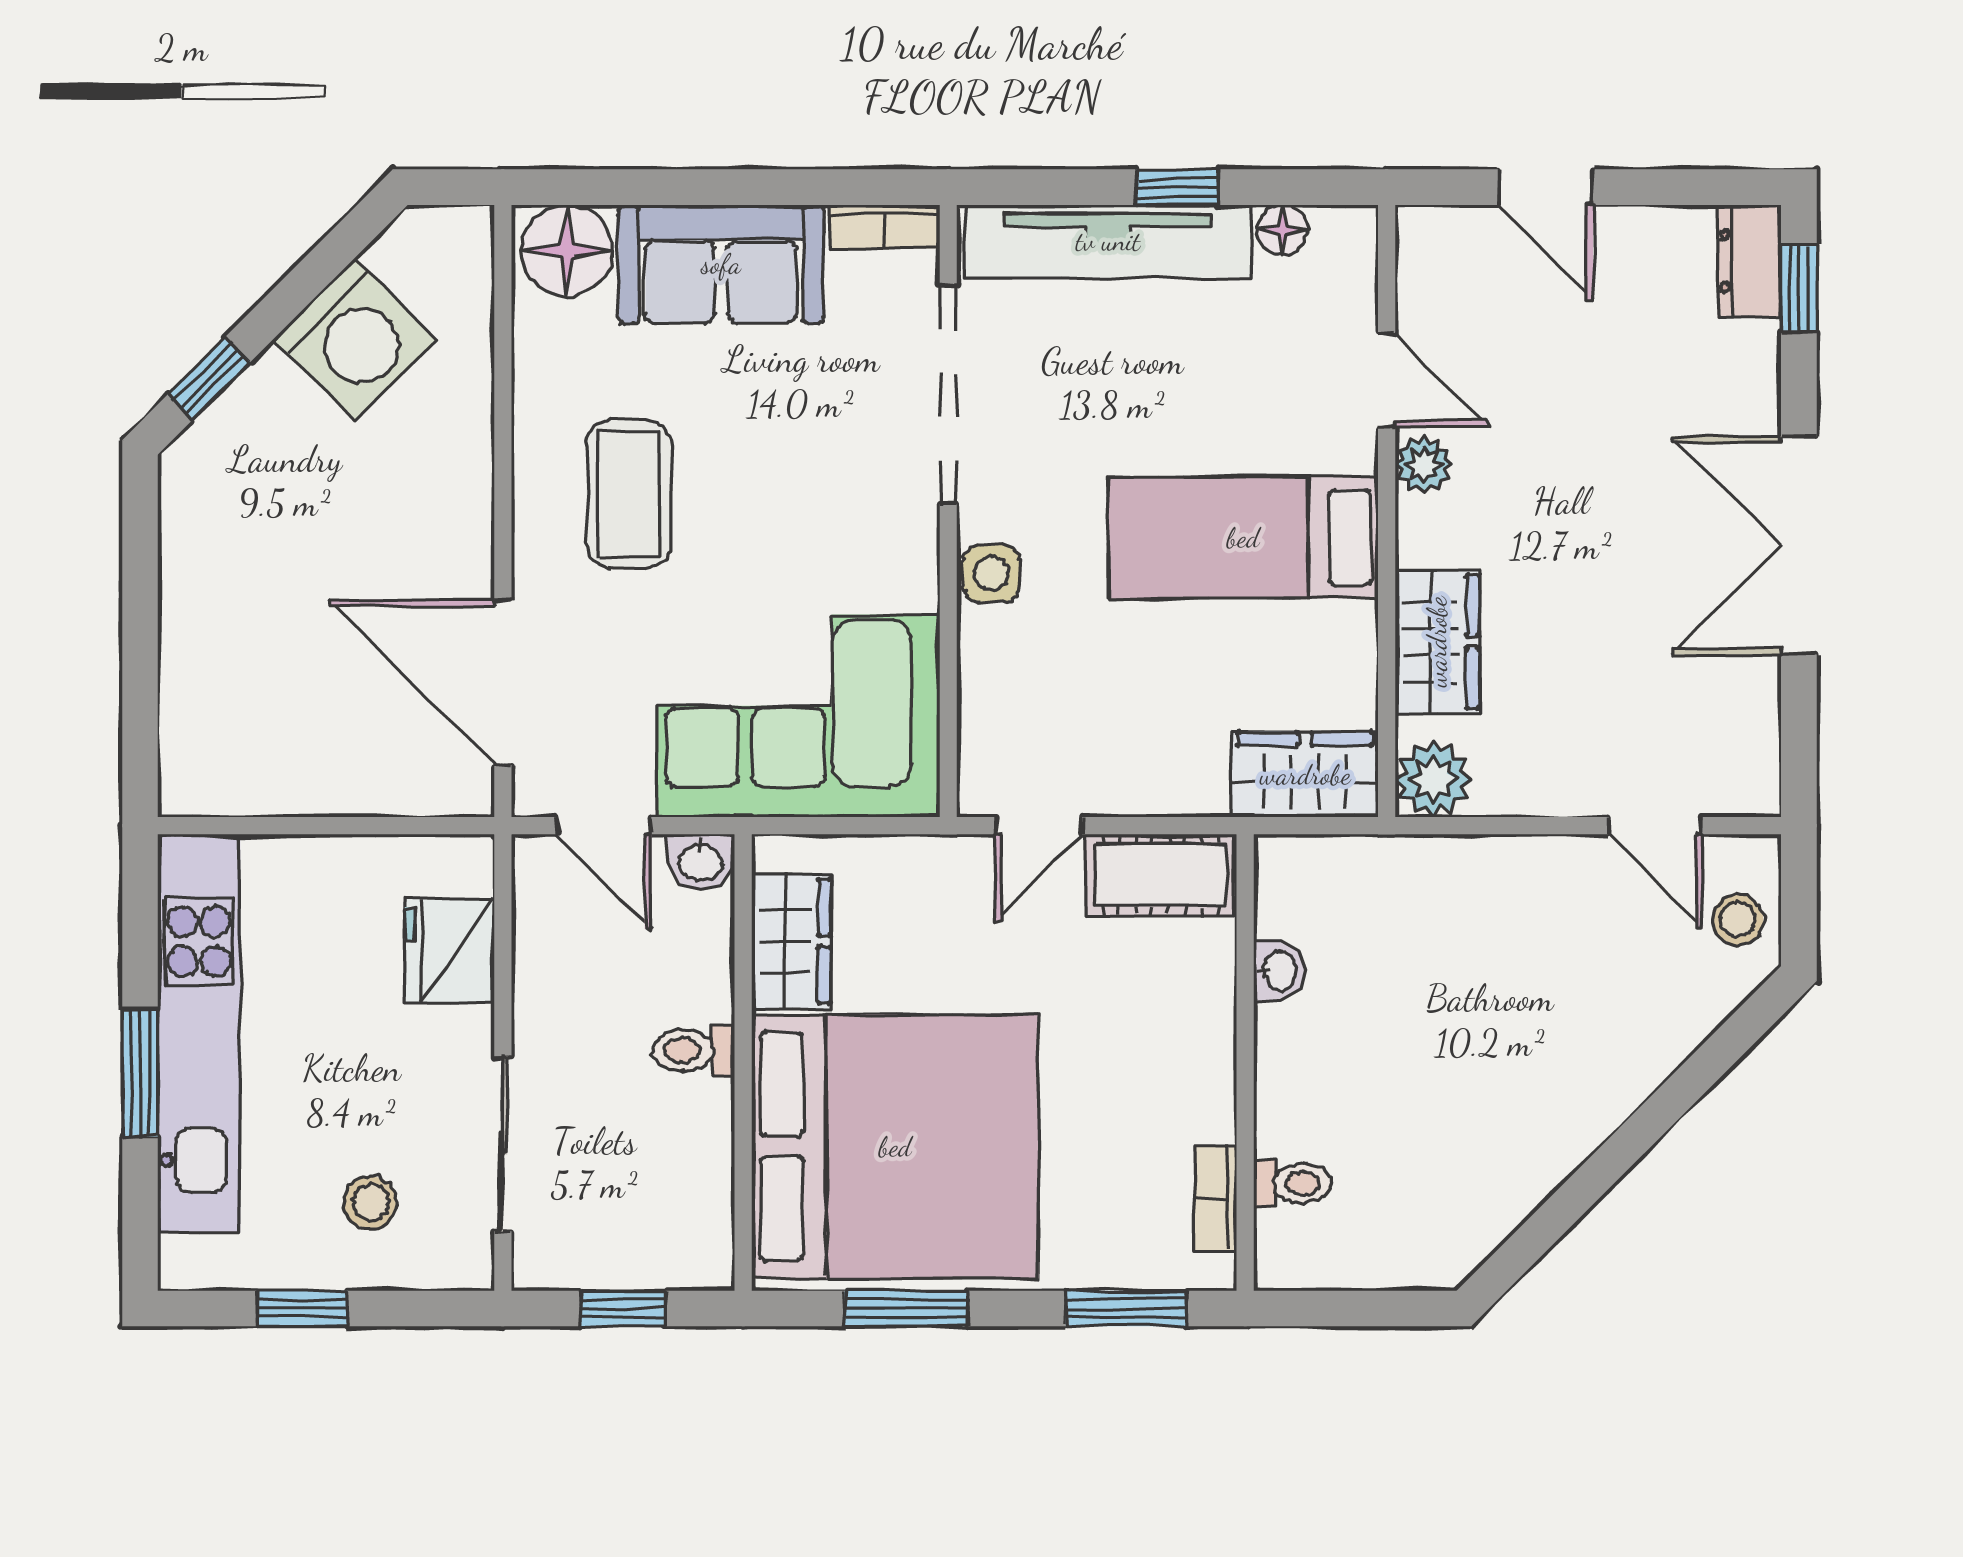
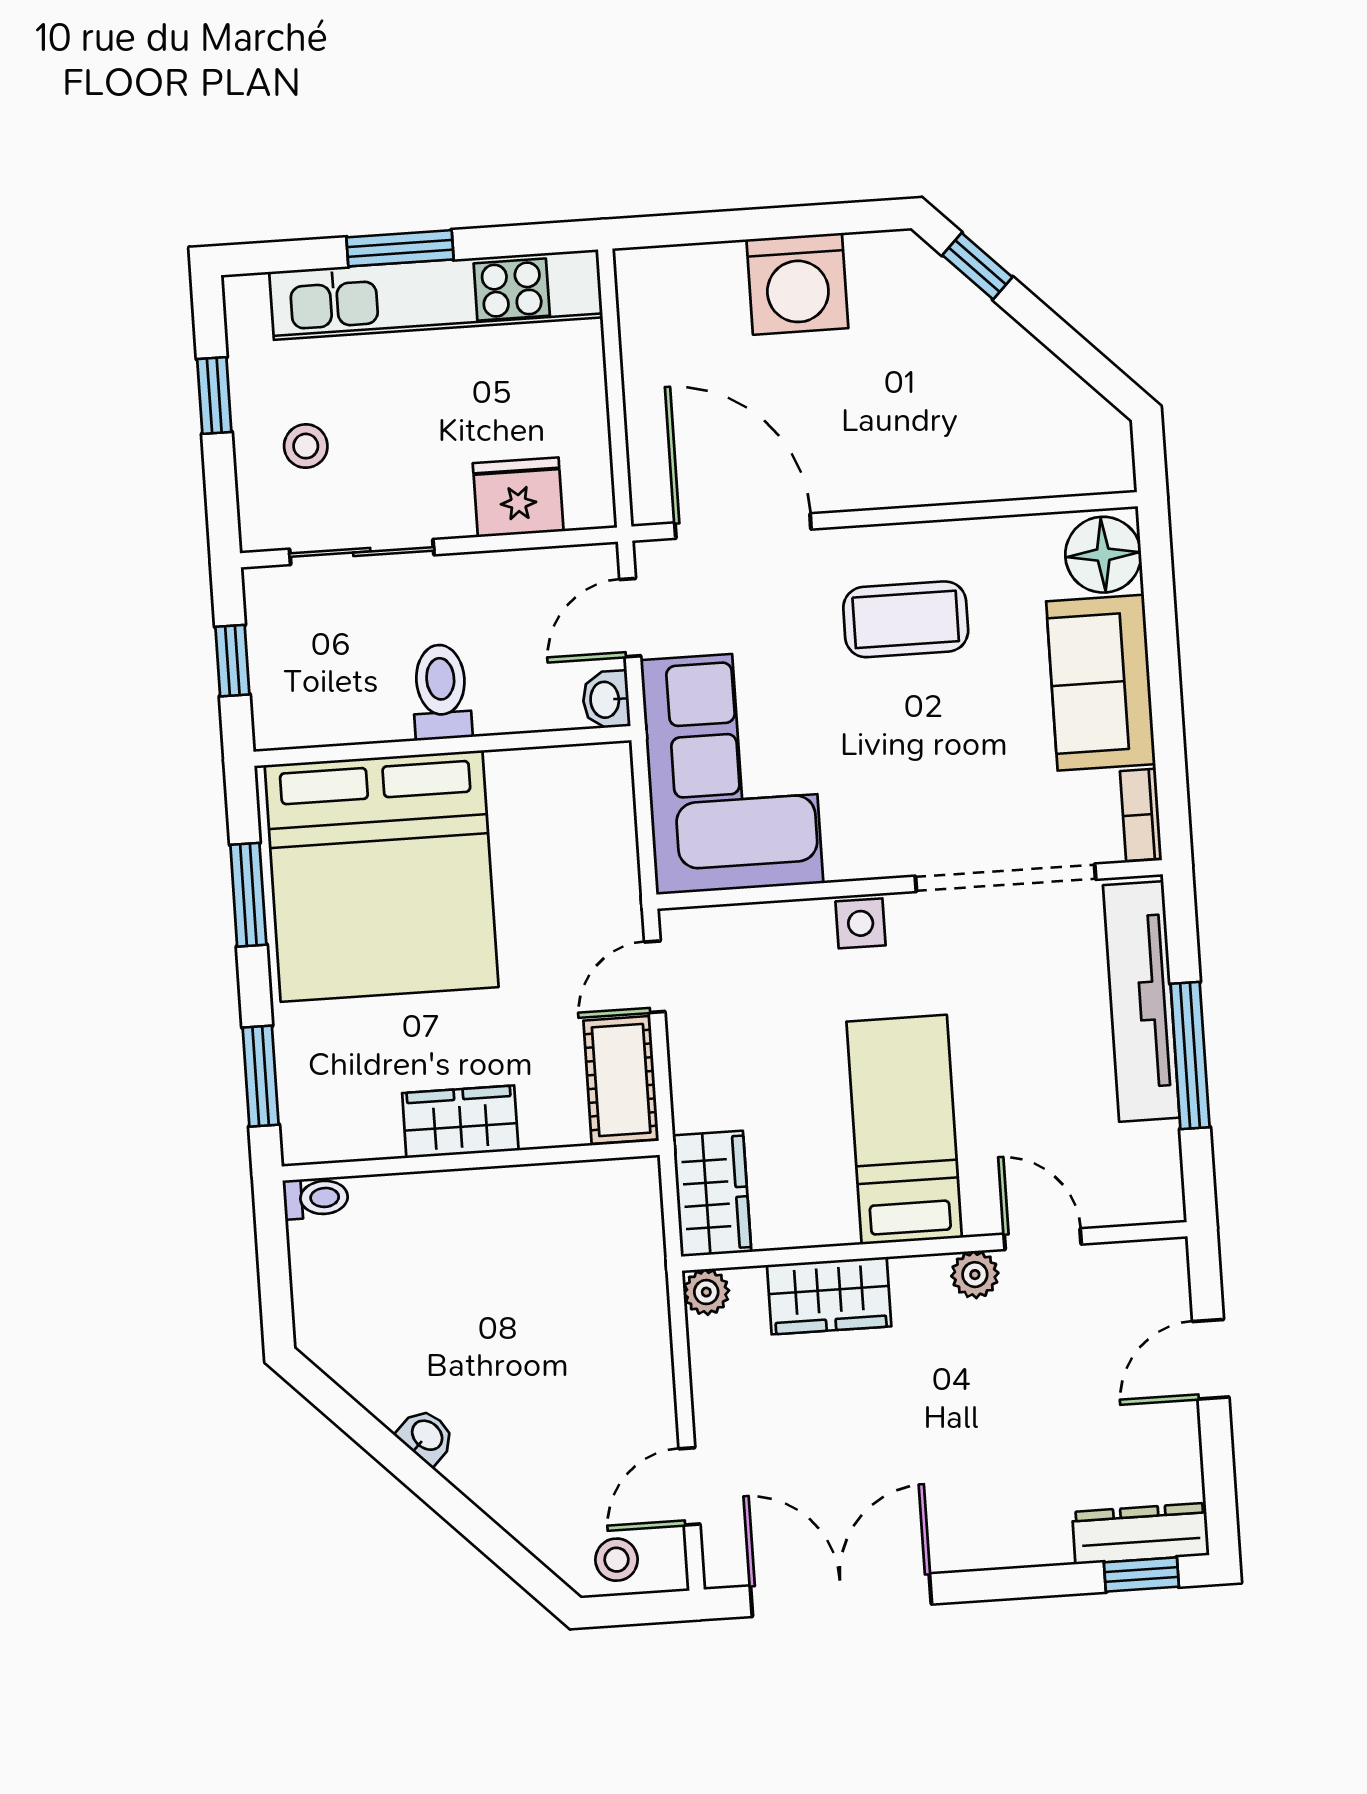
window: (1177, 187) -> (1190, 1055), width x2.17
floor lamp: (1282, 230) -> (1161, 1145), removed
dresser: (1749, 261) -> (1141, 1534), width x1.44
washing machine: (355, 339) -> (797, 284), moved, turned -45
door: (1387, 380) -> (1043, 1239), swing flipped
double door: (1799, 546) -> (841, 1595), moved
door: (503, 682) -> (743, 526), hinge flipped
plant: (1433, 779) -> (706, 1292), width x0.73, depth x0.73
door: (1039, 826) -> (655, 977), hinge flipped
wardrobe: (791, 941) -> (460, 1122), moved, turned 180
washbasin: (1279, 970) -> (426, 1436), moved, turned -135
toilet: (694, 1050) -> (441, 692), width x1.37, depth x1.39
toilet: (1292, 1183) -> (316, 1198), moved, turned -90
bookcase: (1216, 1198) -> (357, 1144), removed

